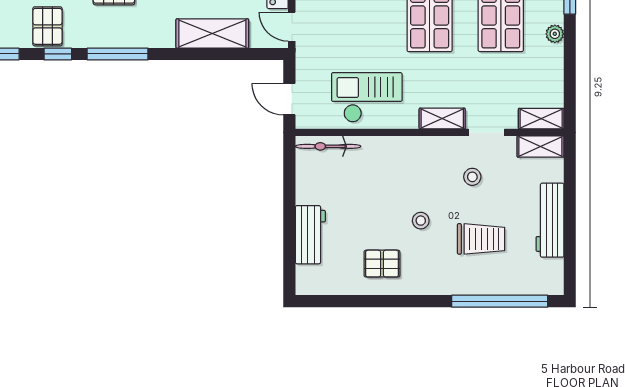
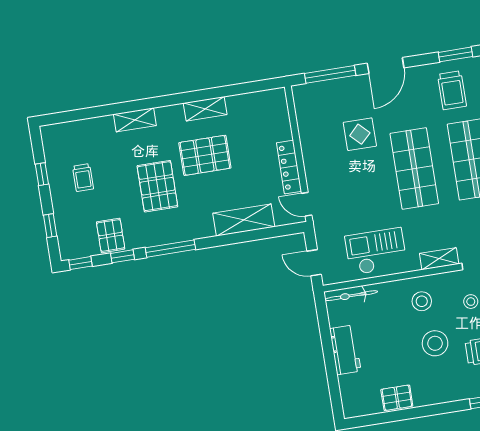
stool: (413, 167) -> (422, 301), added
stool: (421, 221) -> (435, 343), width x1.89, depth x1.89
workbench: (310, 235) -> (345, 350), moved
pallet: (382, 264) -> (397, 398), moved

